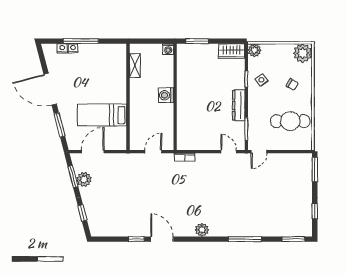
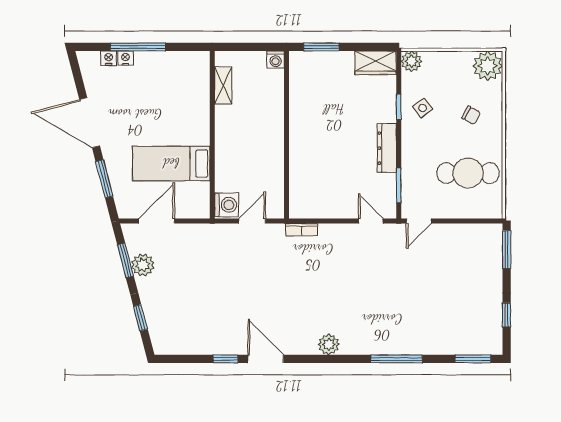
washing machine: (166, 95) -> (227, 205), moved, turned 180

